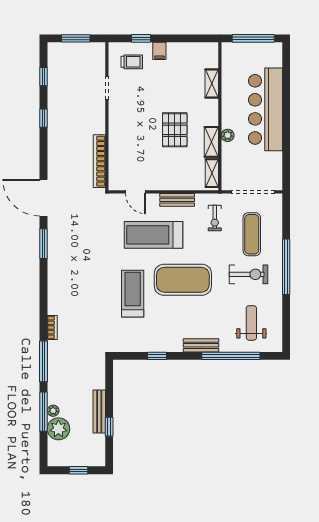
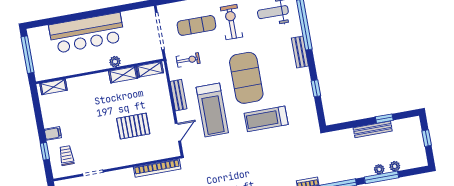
shelving: (212, 84) -> (54, 87), moved
pallet: (175, 130) -> (133, 126), moved
plant: (58, 429) -> (395, 166), width x0.53, depth x0.53

